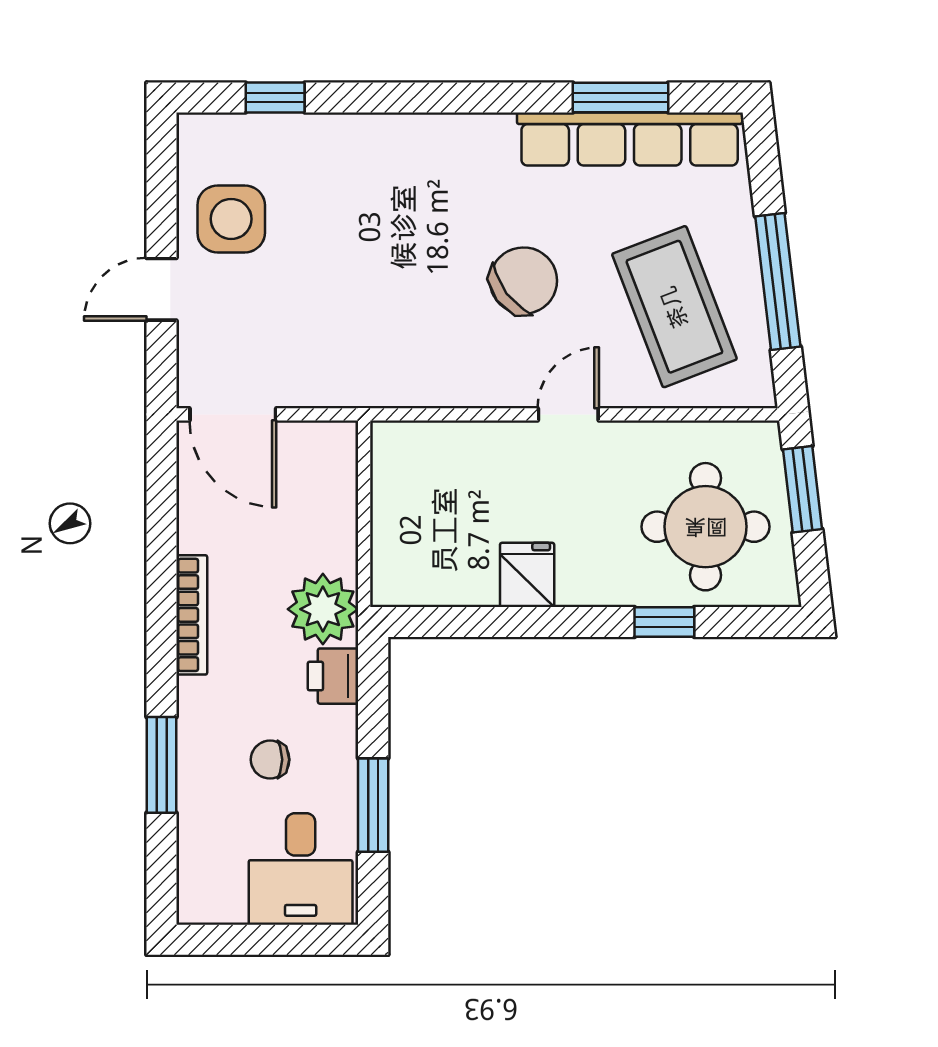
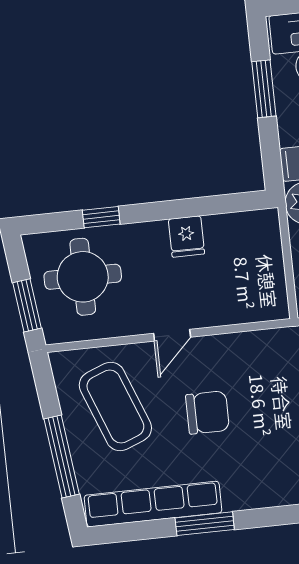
window: (621, 97) -> (205, 524), moved
chair: (524, 281) -> (207, 412), turned -143
window: (778, 281) -> (62, 457), moved

